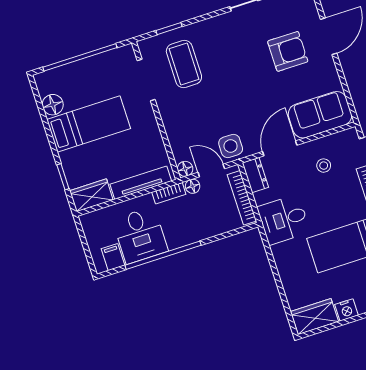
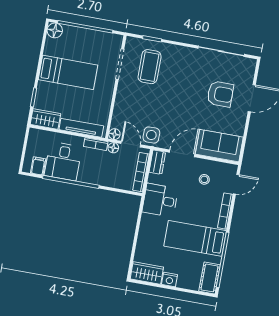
floor lamp: (53, 105) -> (55, 30), moved

